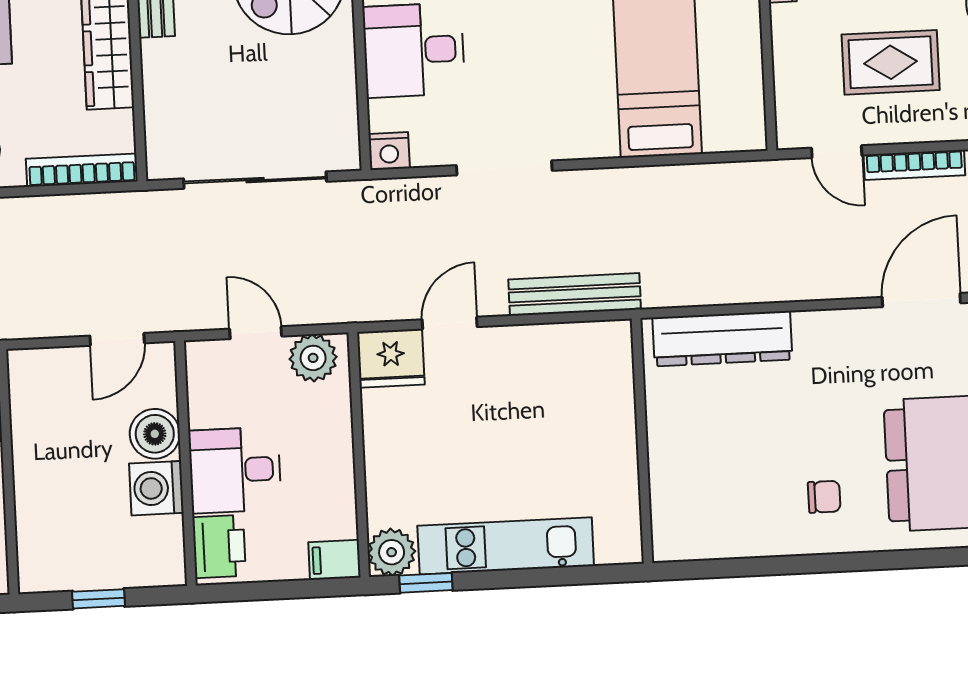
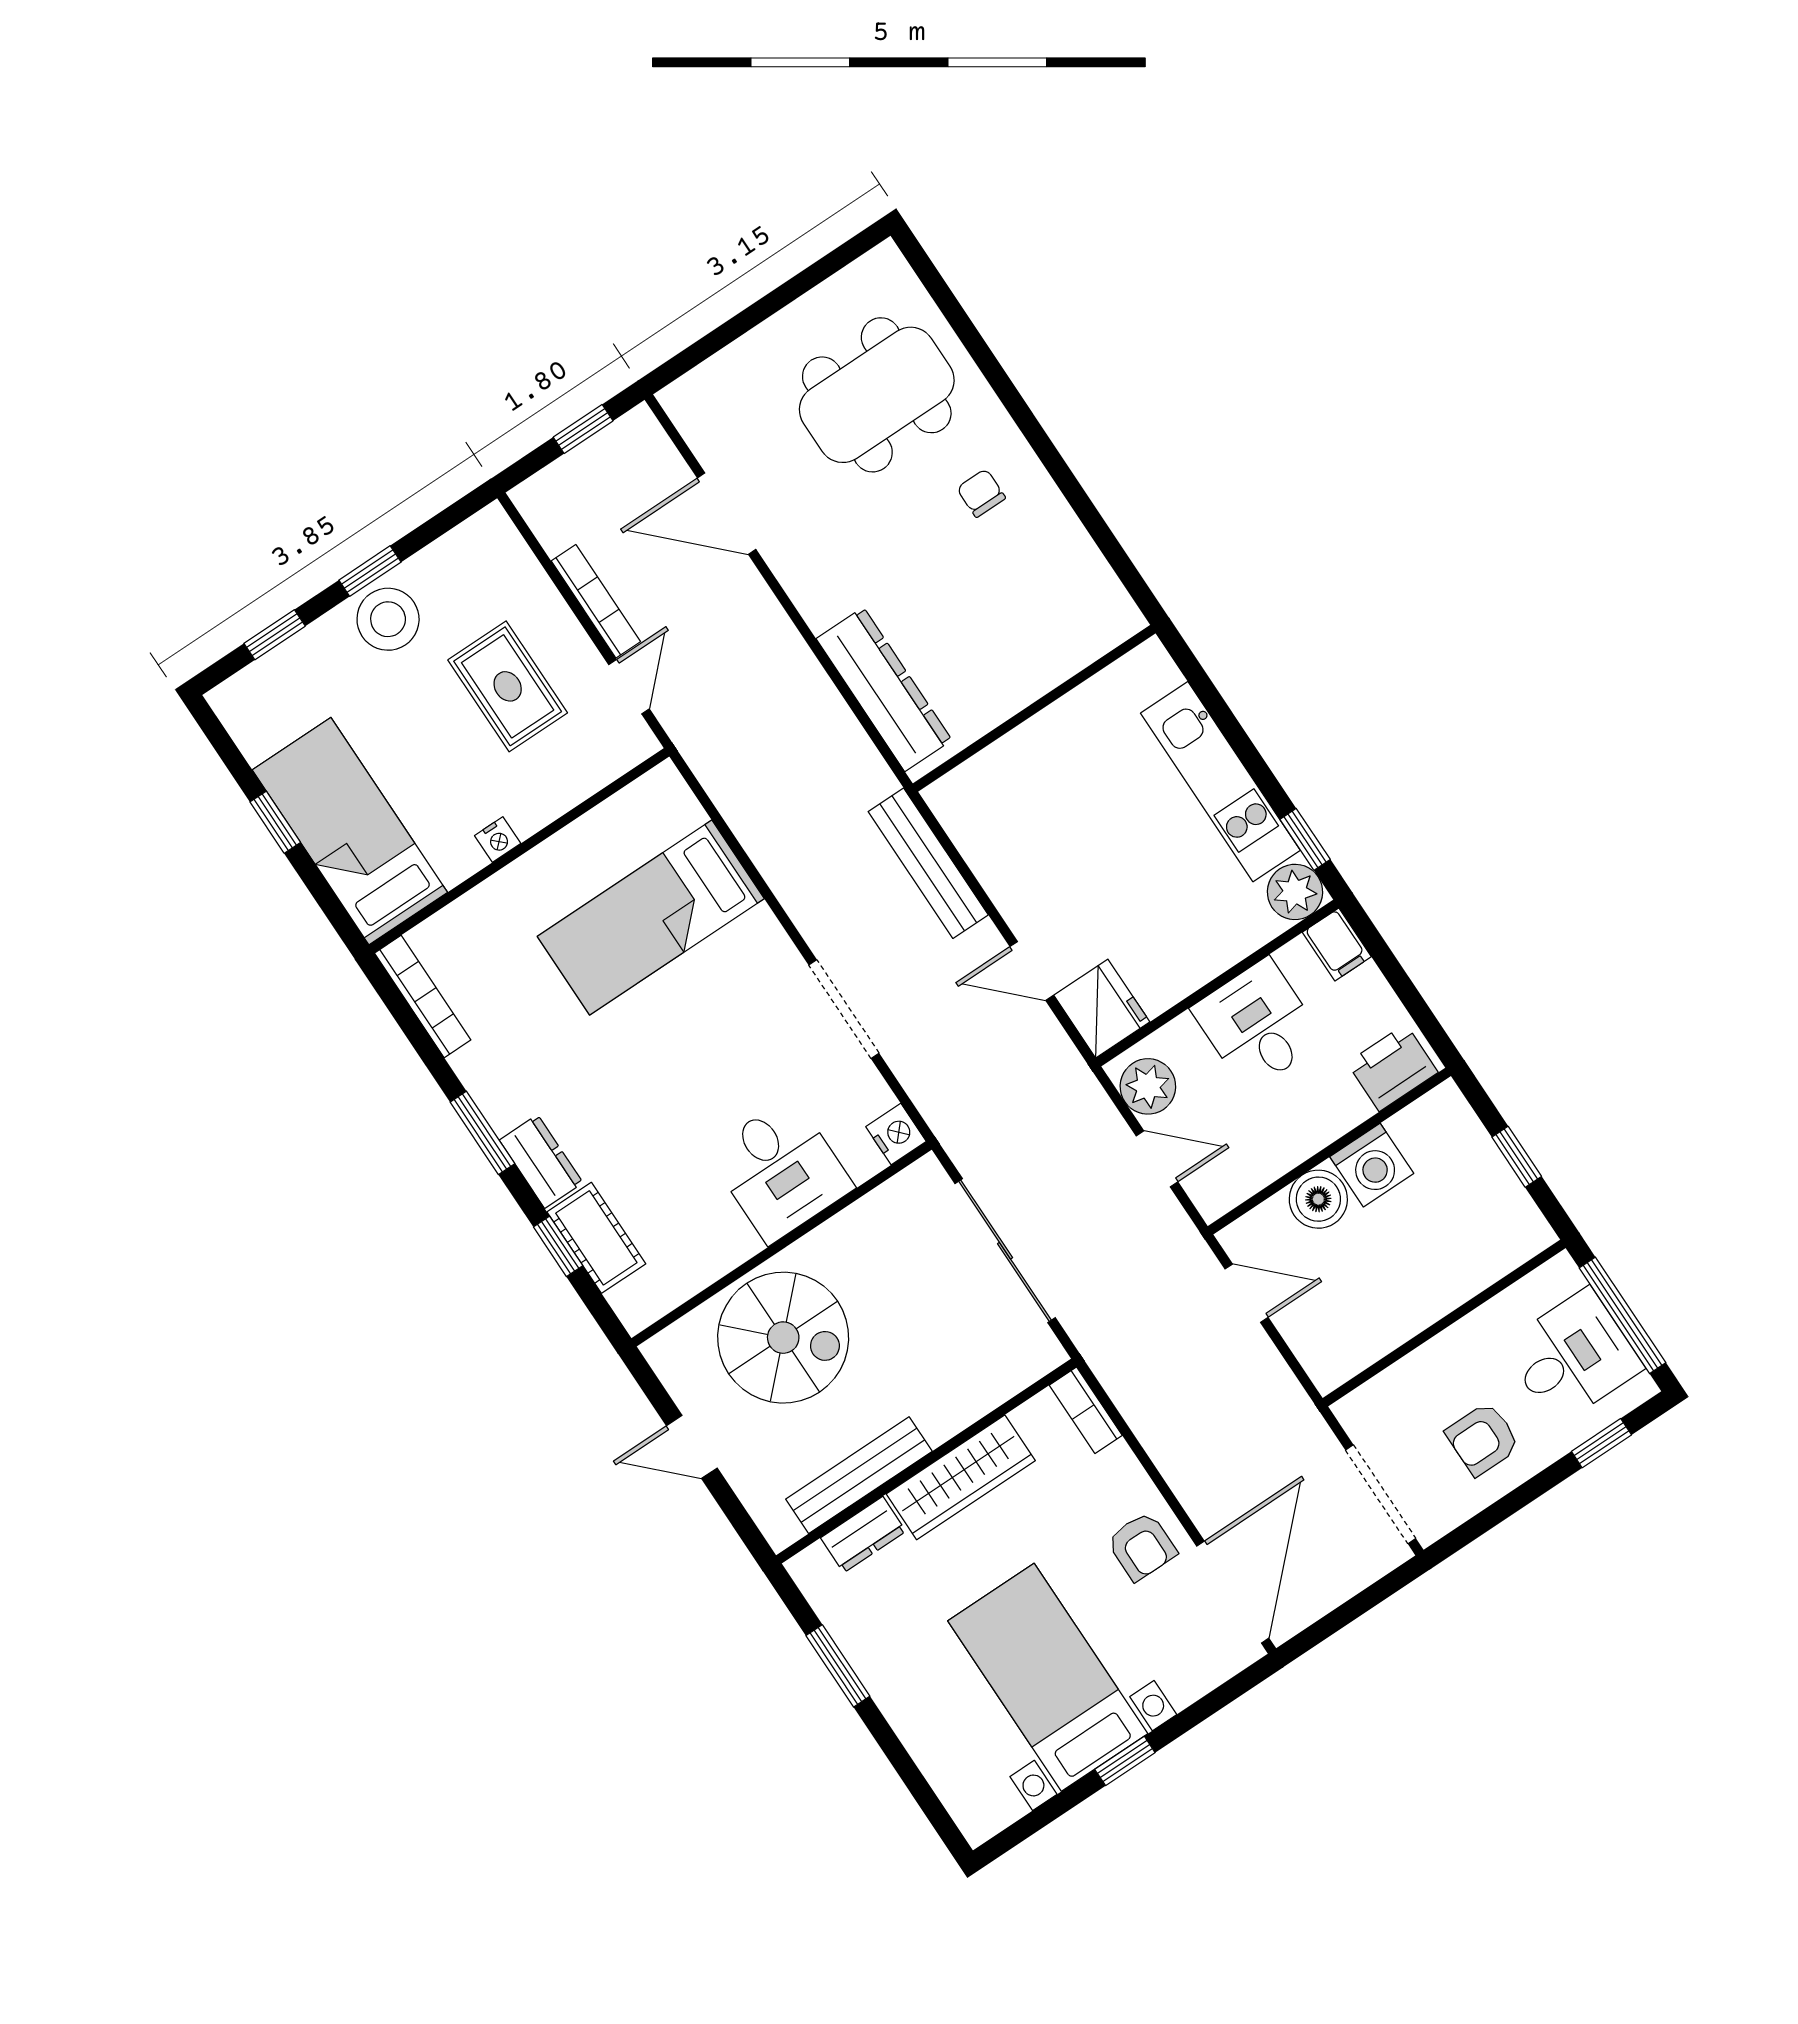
bookcase: (82, 170) -> (1086, 1410), width x0.64
door: (256, 333) -> (1157, 1159), swing flipped
desk: (235, 470) -> (1258, 1025), moved, turned 180

